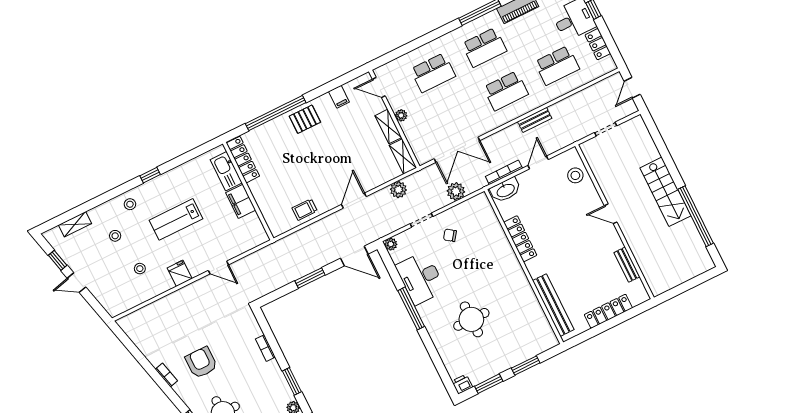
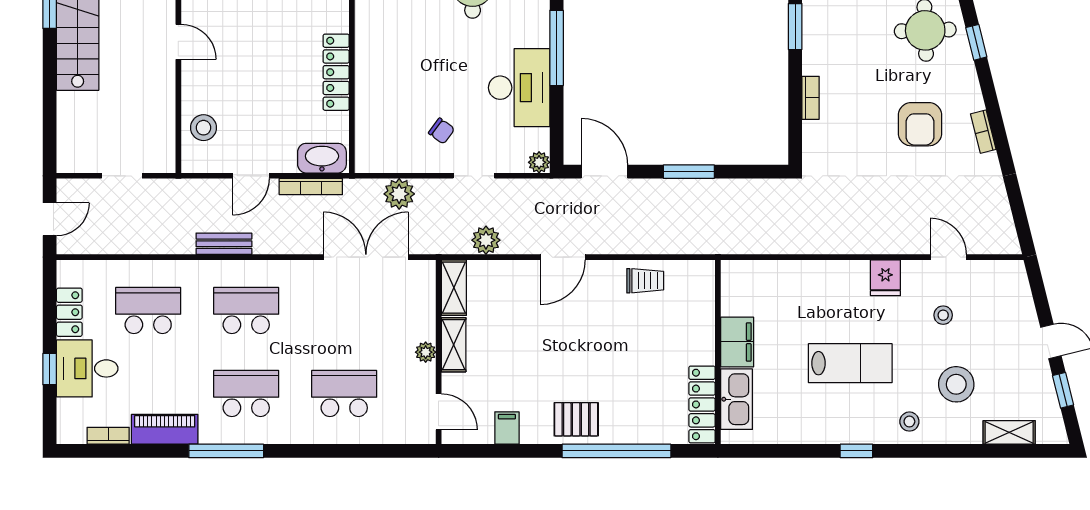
stool: (115, 236) -> (956, 384), width x1.89, depth x1.89
door: (218, 268) -> (948, 257), moved

